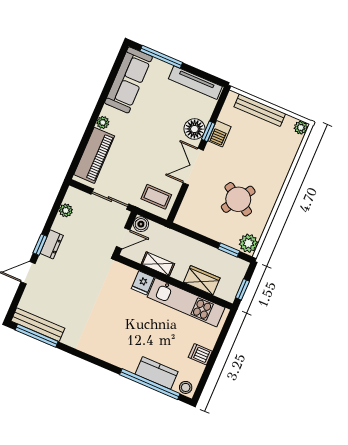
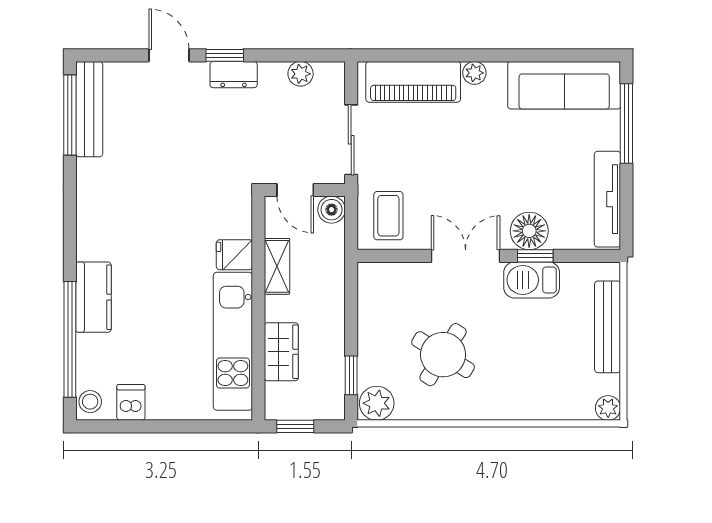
barbecue: (219, 134) -> (532, 280), width x1.38, depth x1.27
dishwasher: (200, 354) -> (131, 402), moved
kitchen counter: (157, 373) -> (93, 297), moved

